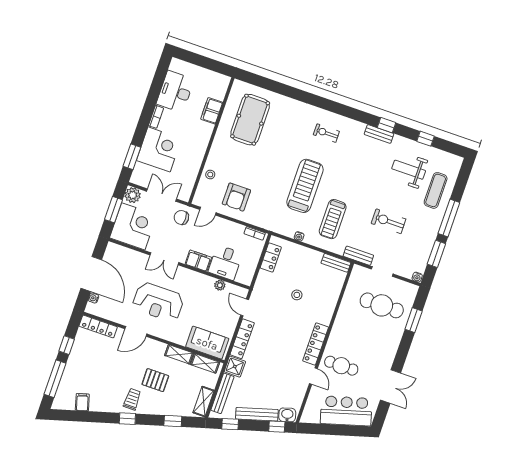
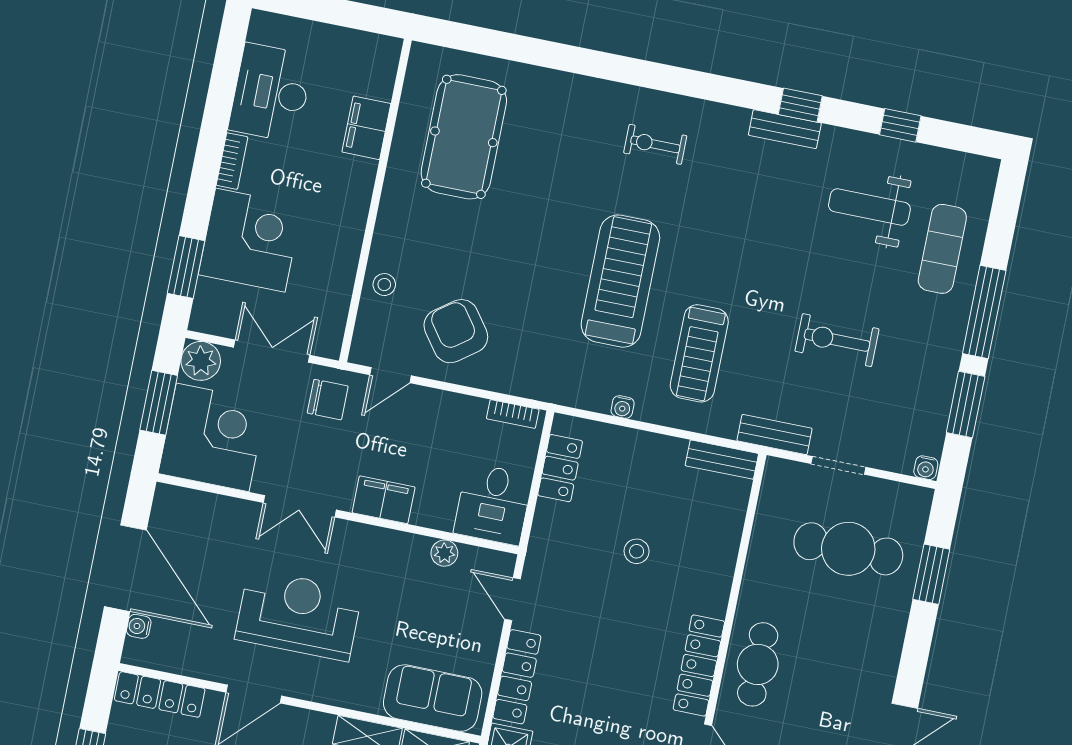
armchair: (236, 197) -> (456, 331), turned 144
chair: (181, 217) -> (328, 400), turned 180
desk: (225, 263) -> (493, 504), moved
reception desk: (158, 302) -> (299, 615), turned 180
cafe table: (341, 366) -> (758, 664), moved, turned 90

